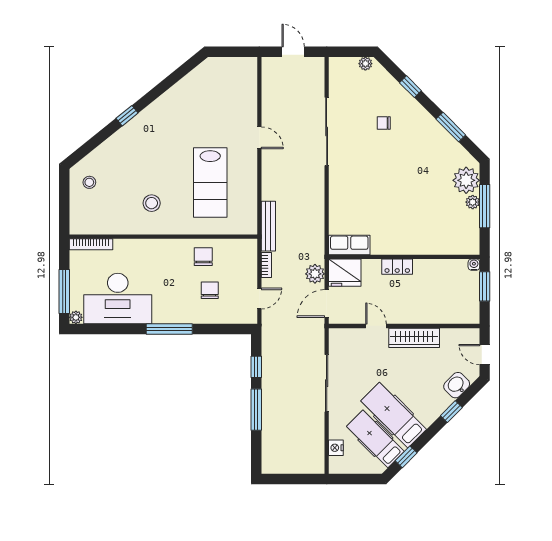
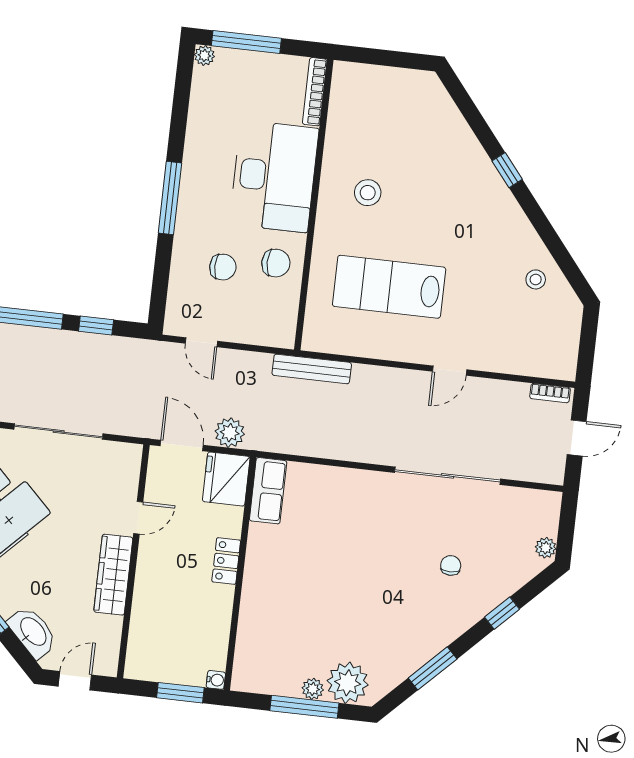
stool: (89, 182) -> (536, 279), moved
bookcase: (266, 265) -> (550, 393), moved
desk: (118, 299) -> (274, 176), moved, turned 180
washbasin: (457, 385) -> (33, 632), width x1.38

